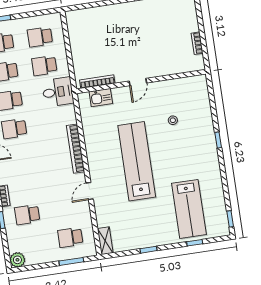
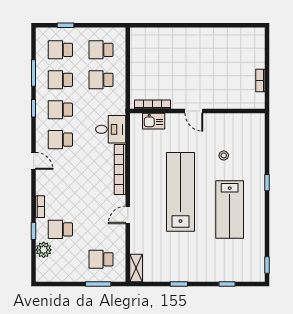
door: (138, 82) -> (194, 111), hinge flipped
desk: (58, 92) -> (111, 129), moved
lab bench: (189, 209) -> (230, 210), moved
plant: (17, 260) -> (44, 250), moved

